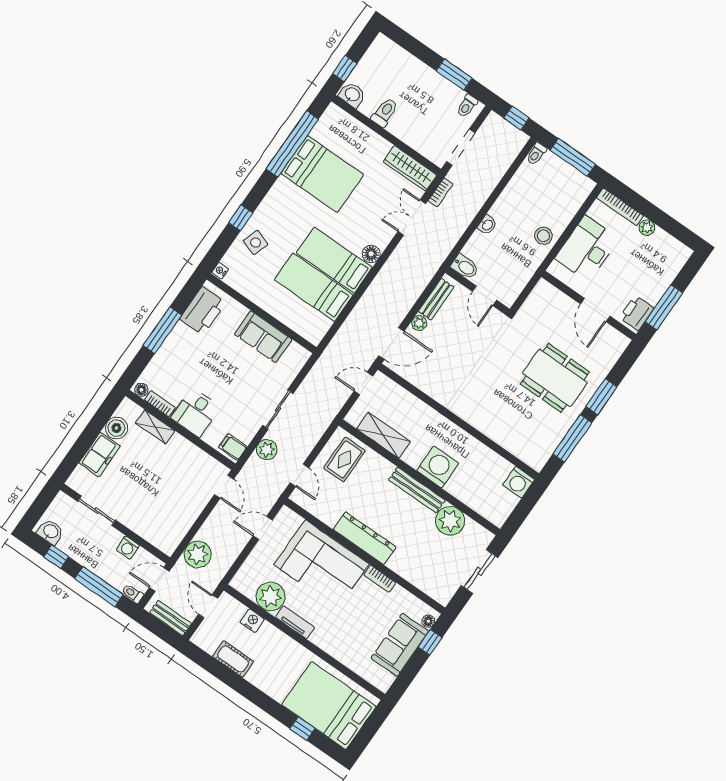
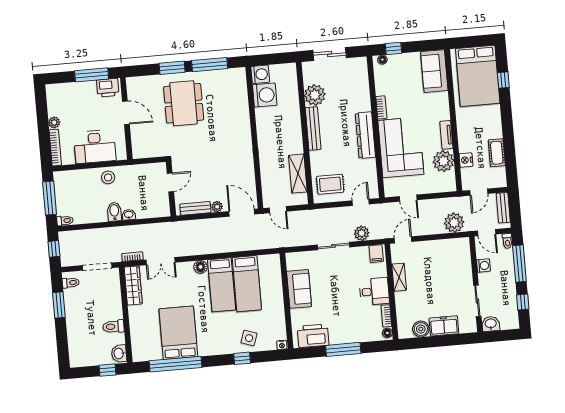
bidet: (465, 267) -> (114, 212), moved
door: (595, 310) -> (126, 113), hinge flipped
shelving: (155, 427) -> (399, 277), moved
washing machine: (438, 467) -> (265, 95), moved, turned 180
washbasin: (50, 532) -> (491, 324), moved, turned 90
sofa: (400, 645) -> (434, 71), moved, turned 90

